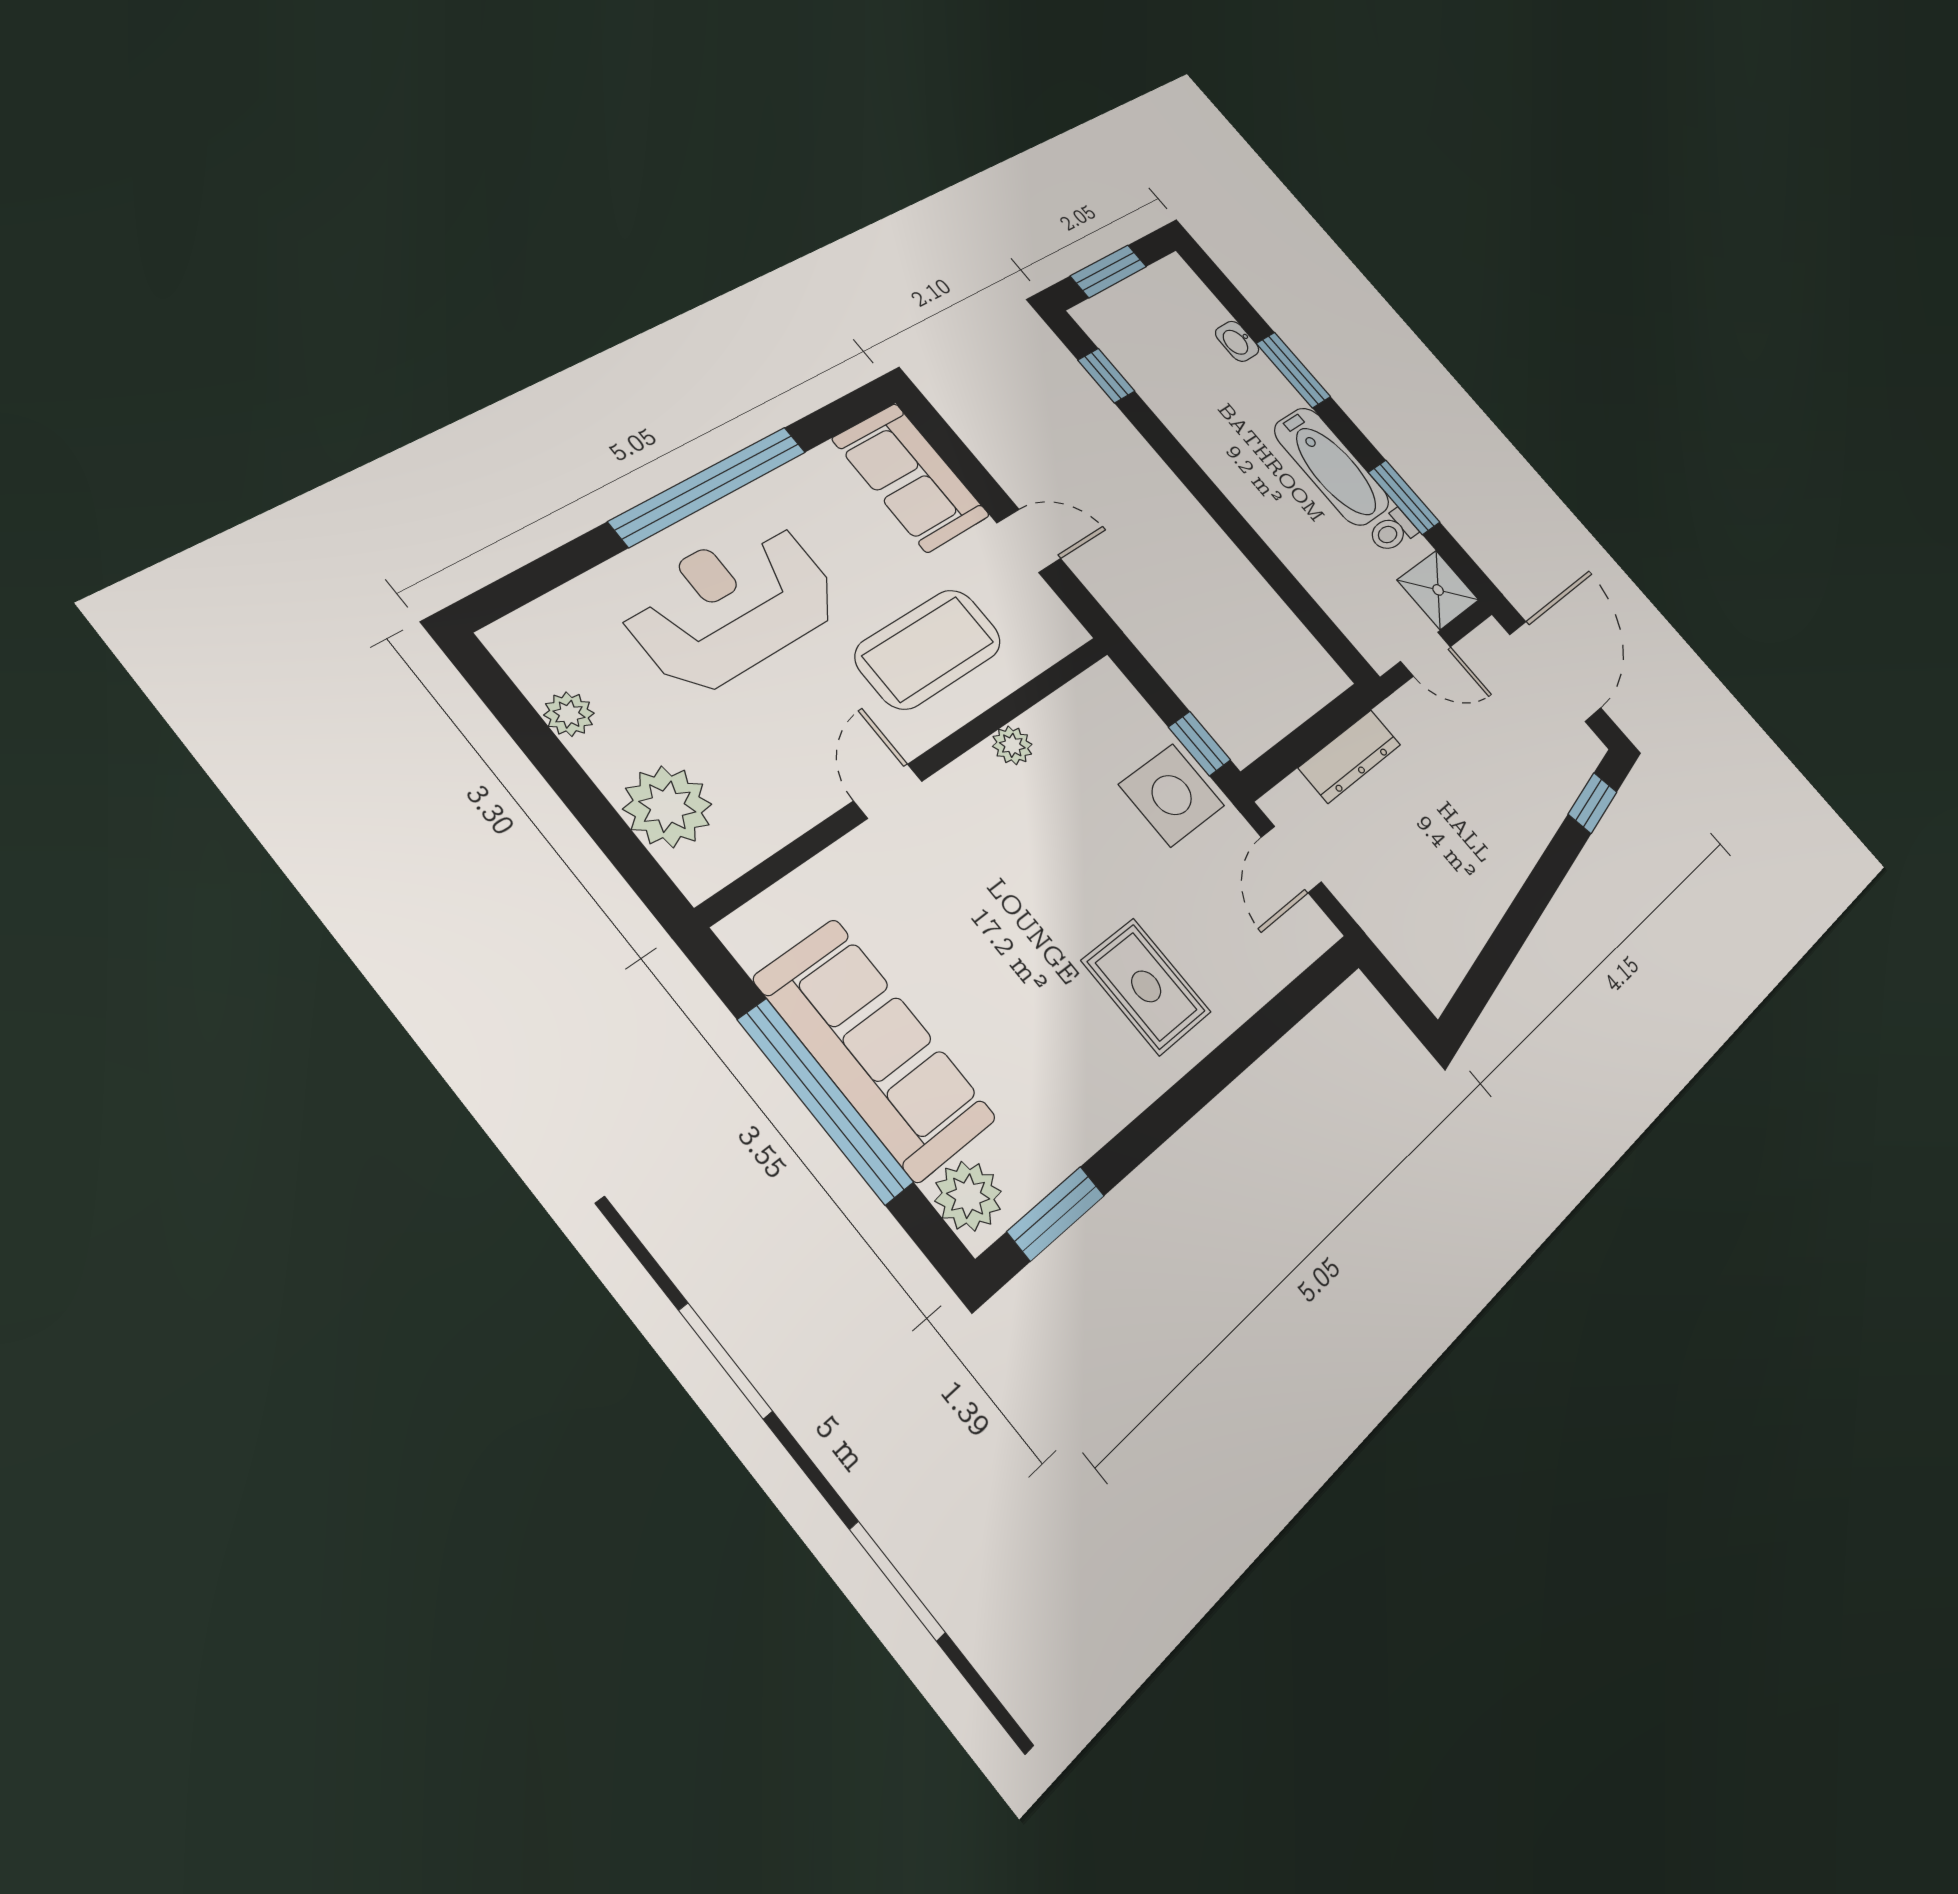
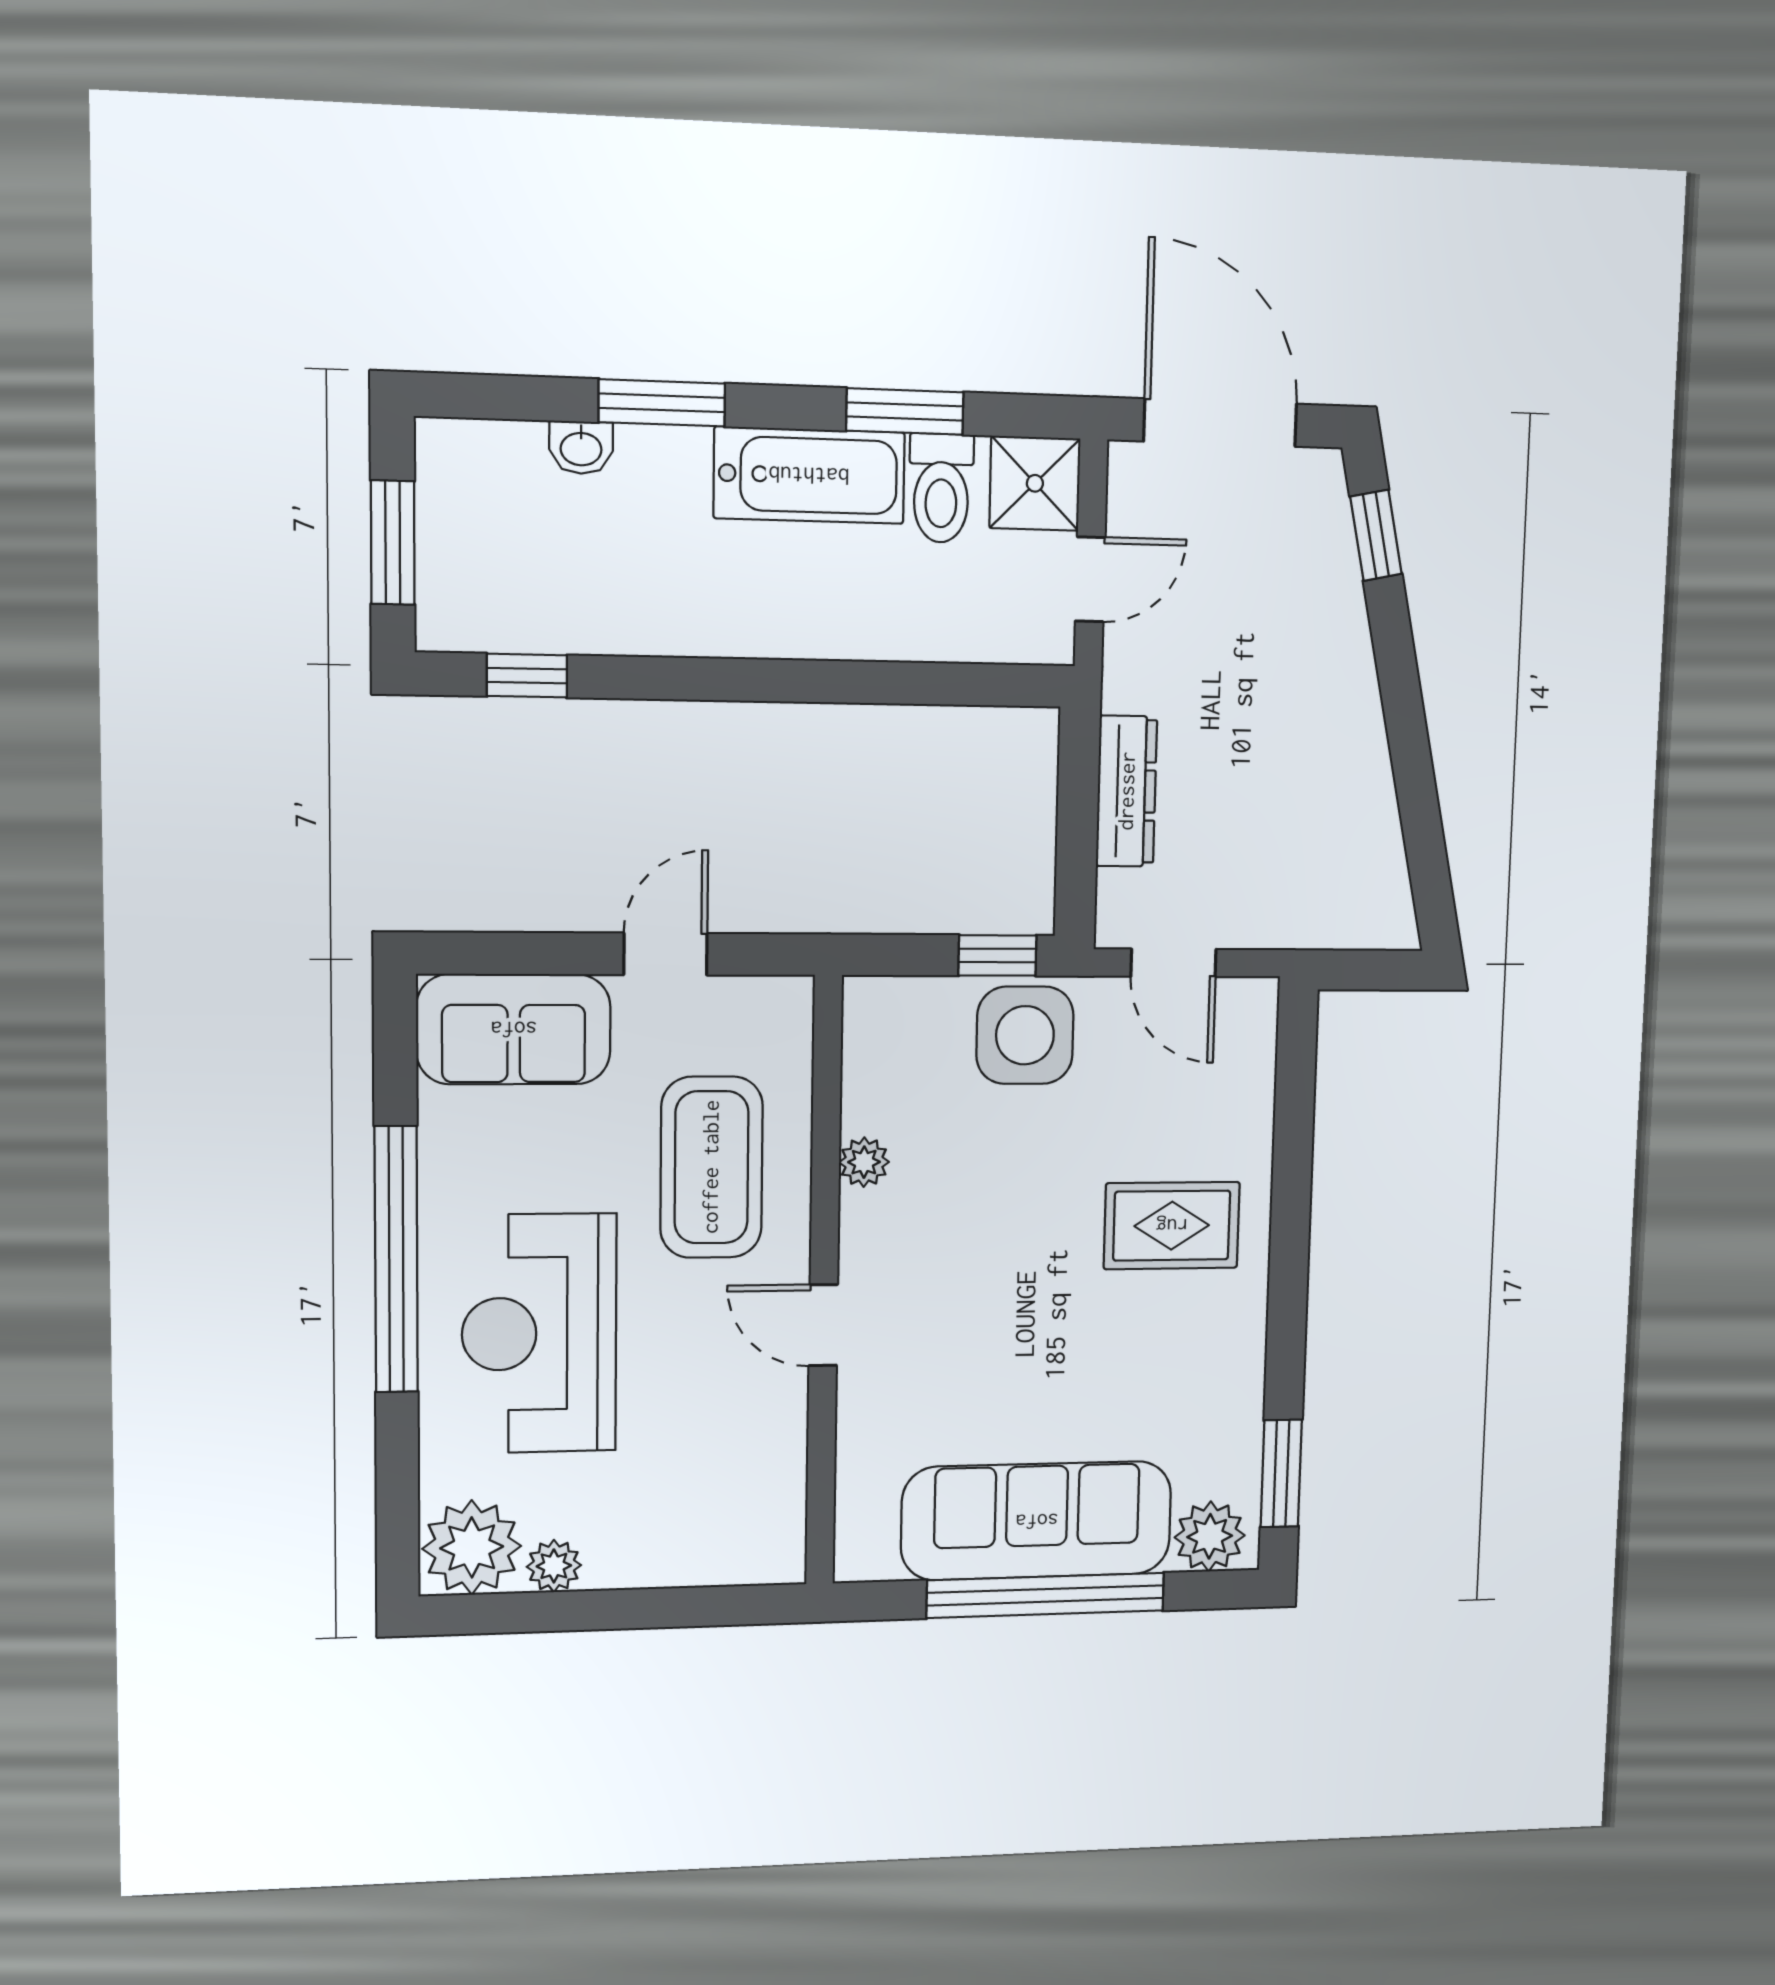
toilet: (1392, 531) -> (941, 488), width x1.37, depth x1.39
plant: (667, 807) -> (472, 1547), moved

